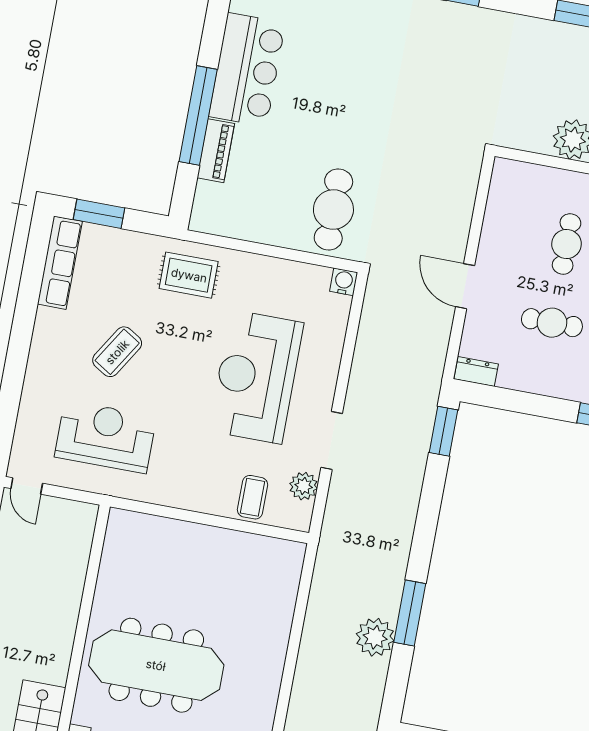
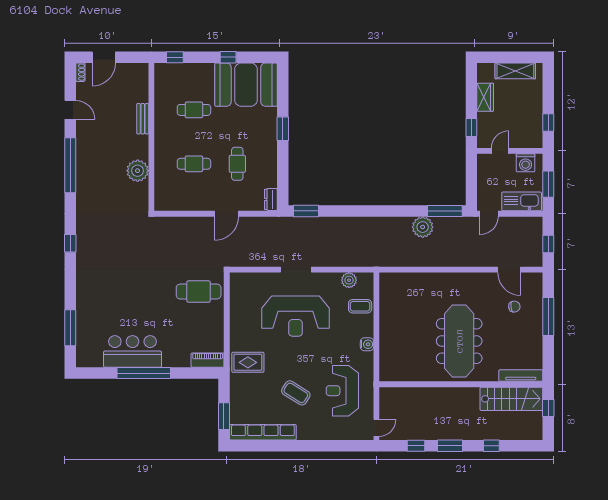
window: (198, 116) -> (144, 373), moved
piano: (216, 151) -> (208, 360), moved
row of seats: (60, 263) -> (263, 432), width x1.36
rug: (189, 275) -> (248, 362), turned 90
water cooler: (344, 282) -> (367, 344), moved, turned 180
doorway: (332, 441) -> (296, 270), moved
window: (410, 613) -> (445, 211), moved

